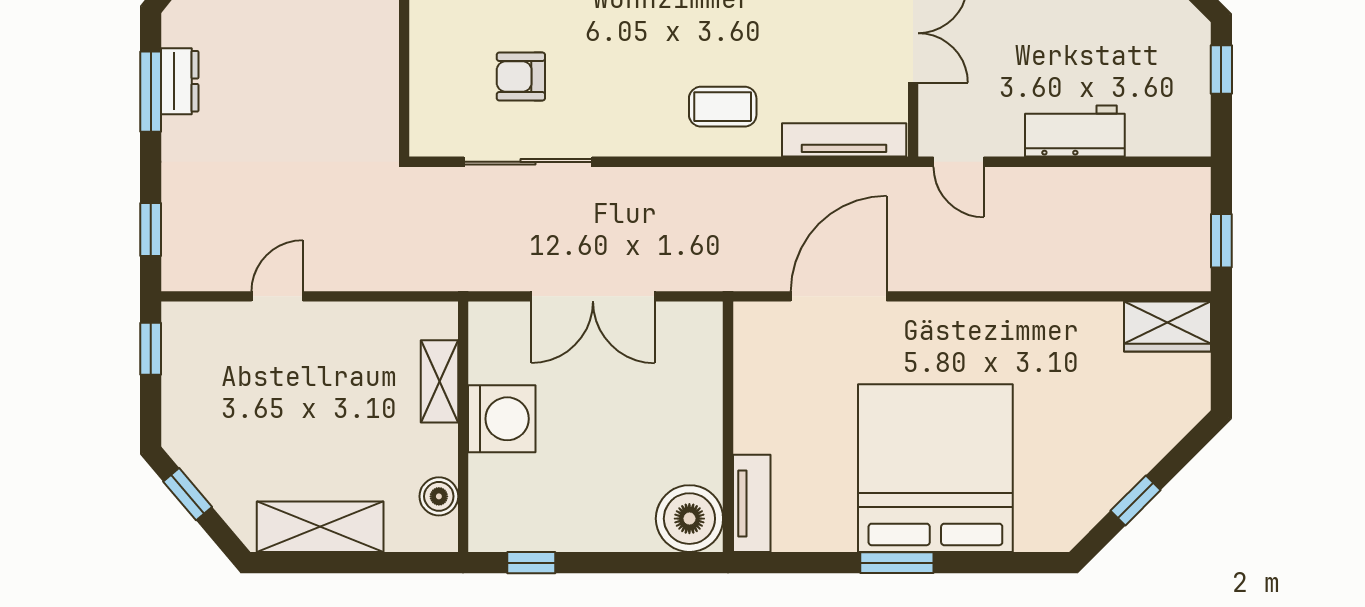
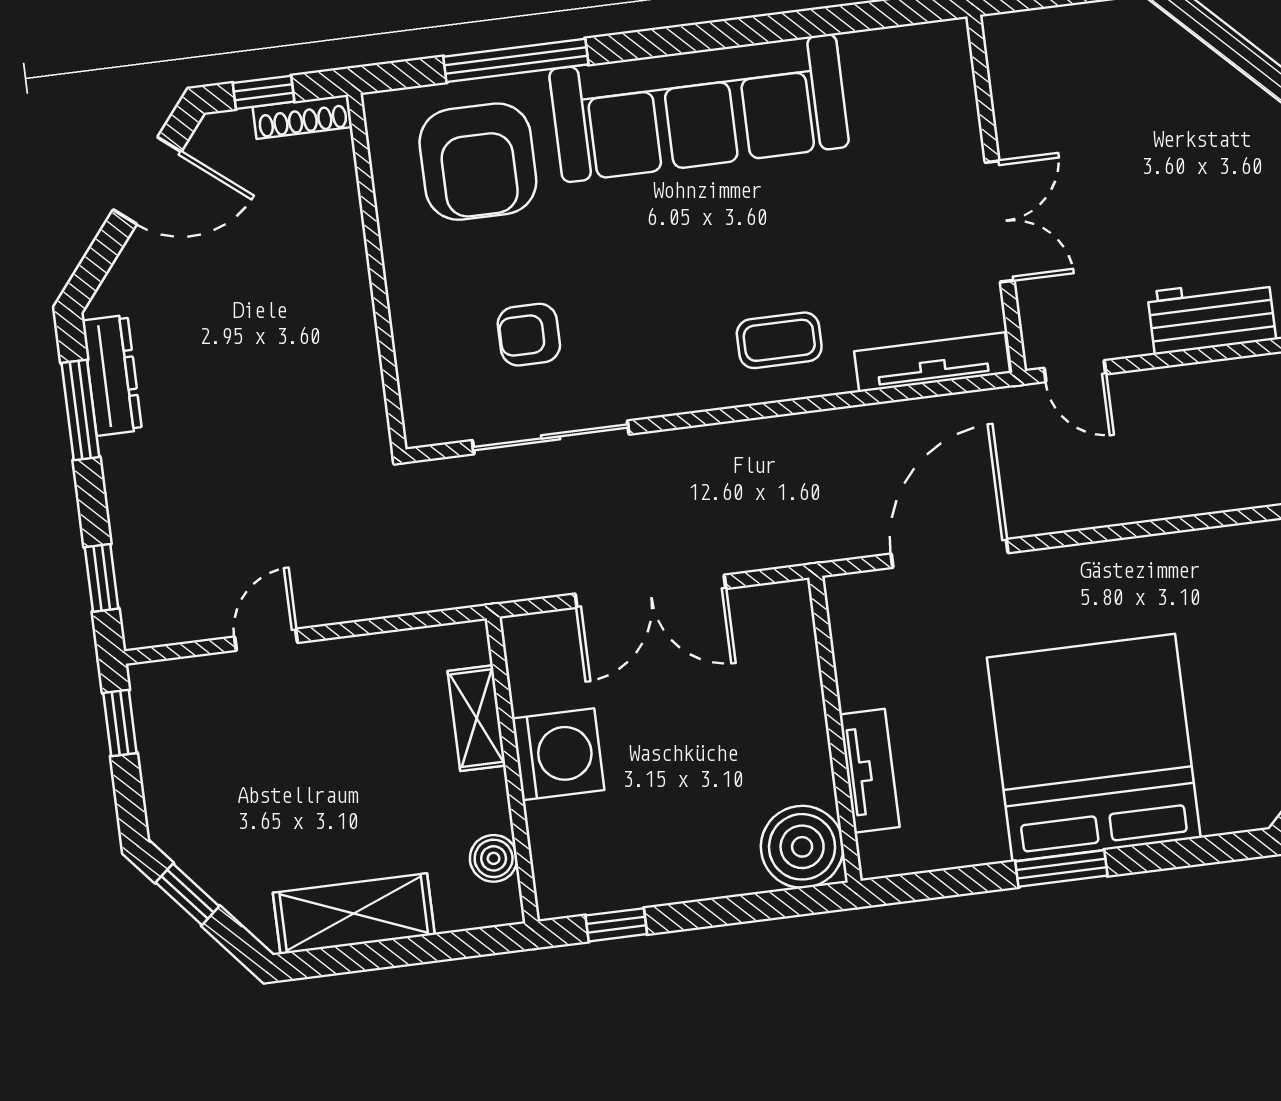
dresser: (180, 81) -> (112, 375), width x1.44
tv unit: (752, 503) -> (869, 771), moved

